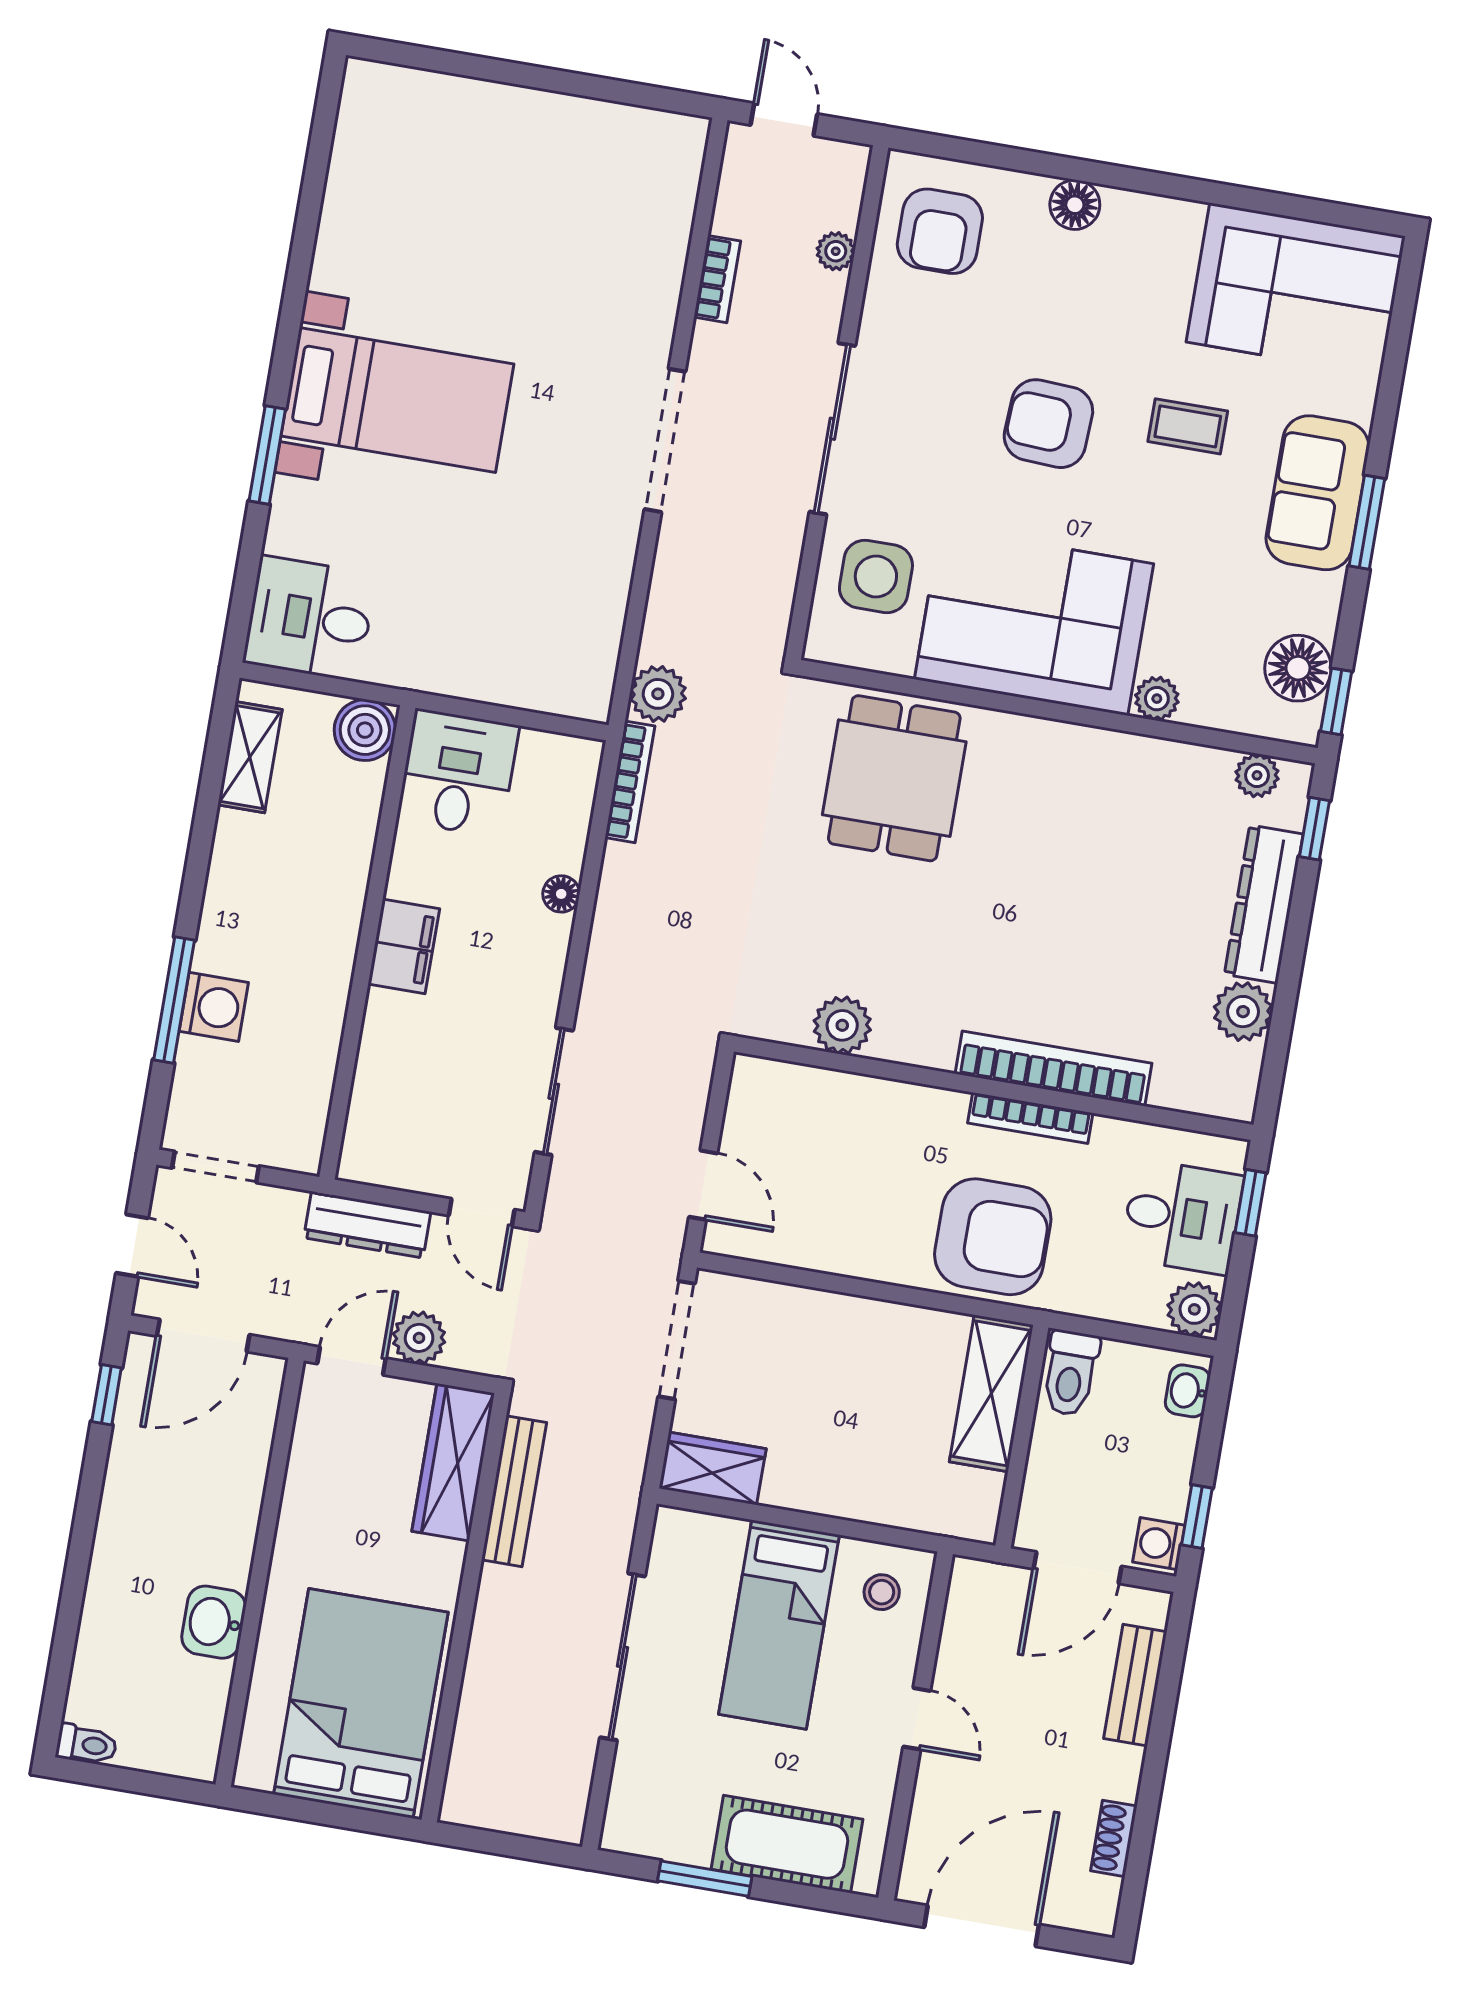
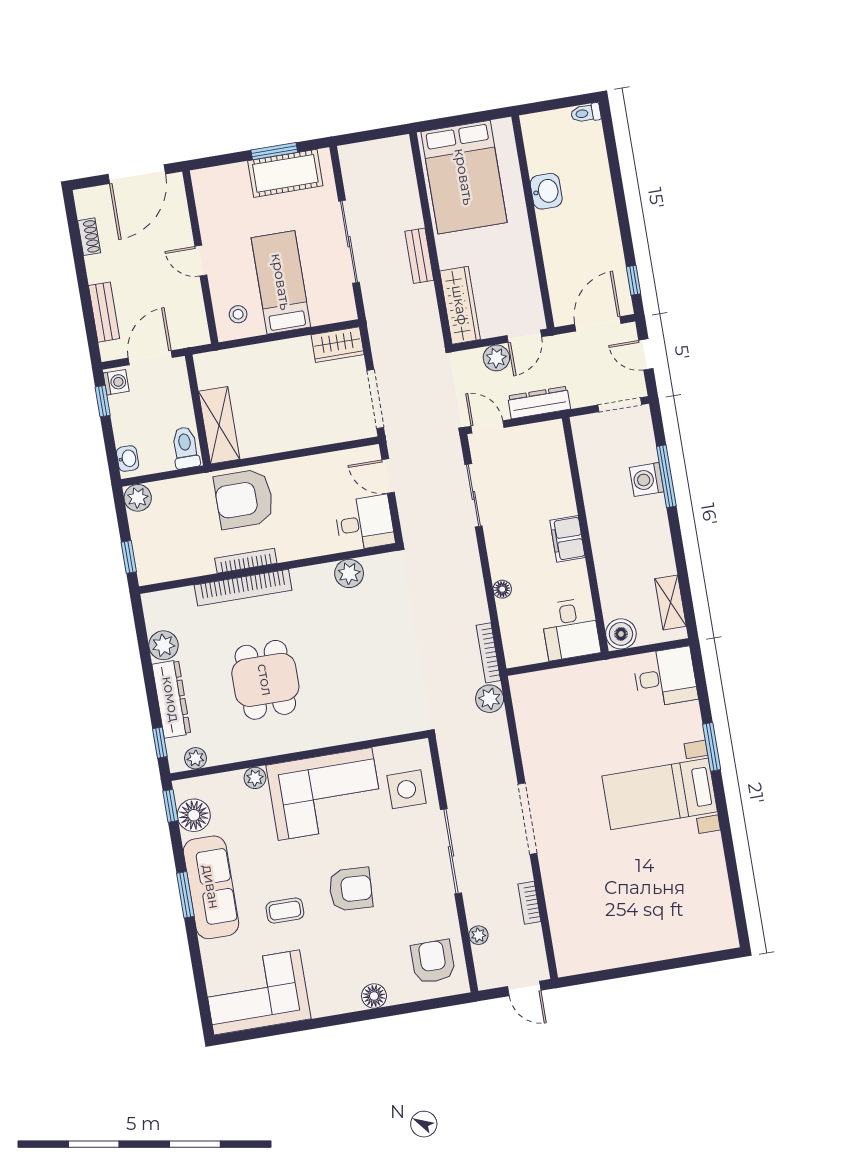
sofa: (1318, 493) -> (211, 887), width x1.36
dining table: (894, 778) -> (265, 680), moved
desk: (1182, 1217) -> (365, 523), moved, turned 180
bench: (514, 1491) -> (419, 256), moved, width x0.73
cot: (787, 1844) -> (285, 173), moved

